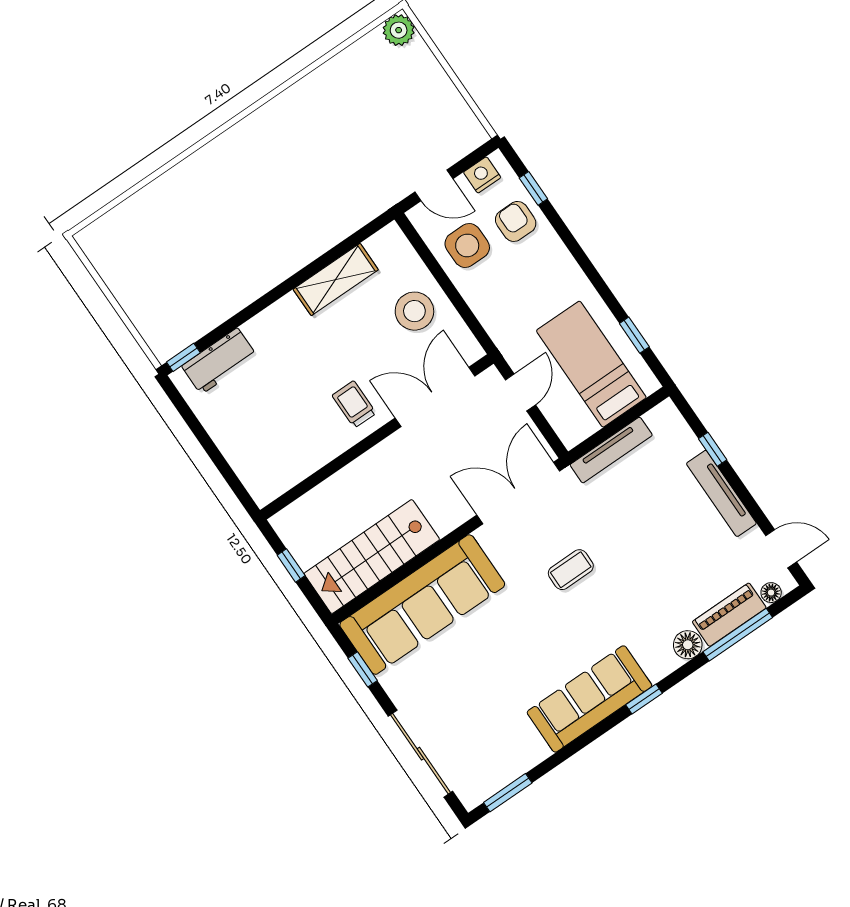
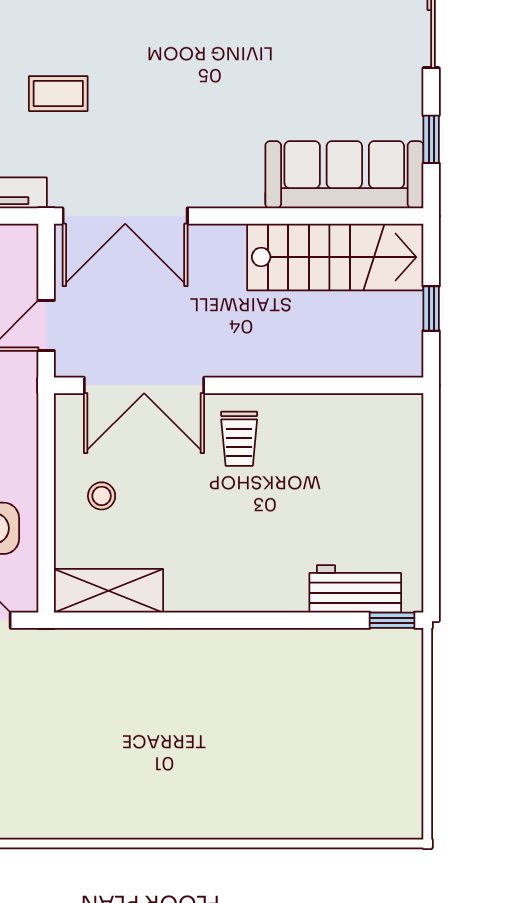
shelving: (336, 280) -> (108, 591), moved
stool: (414, 311) -> (102, 496), width x0.53, depth x0.53
coffee table: (571, 570) -> (58, 94), moved
sofa: (422, 605) -> (344, 175), width x0.74, depth x0.79

